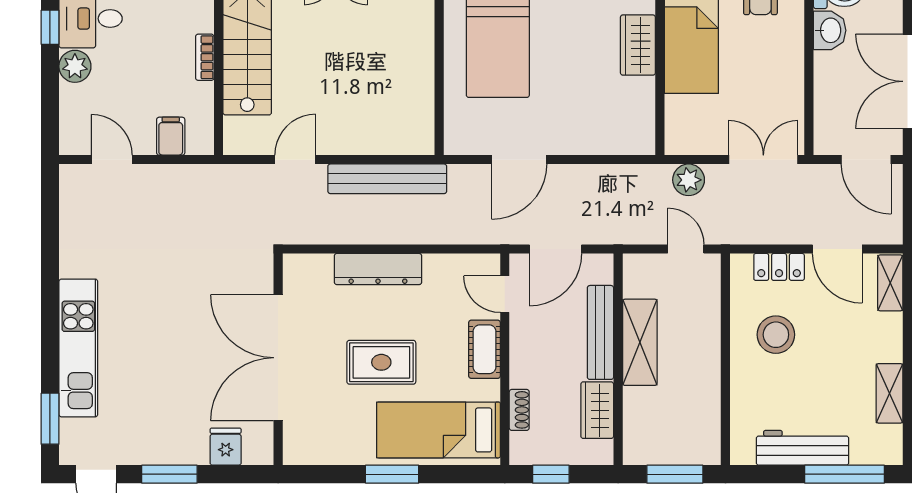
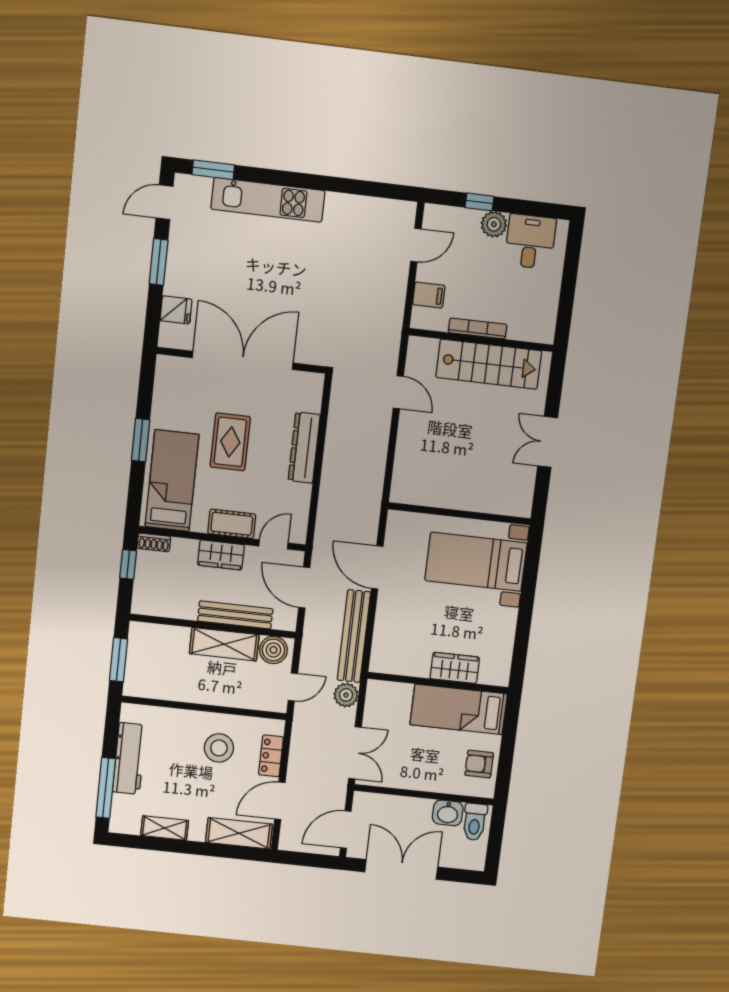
window: (50, 27) -> (480, 202), moved
bookcase: (205, 57) -> (478, 329), width x1.56
bench: (387, 179) -> (354, 636), moved
boiler: (640, 279) -> (273, 650), added
shelving: (890, 283) -> (239, 833), width x1.50, depth x1.33
shoe rack: (519, 410) -> (154, 542), moved
wardrobe: (597, 410) -> (221, 555), moved, turned 180

